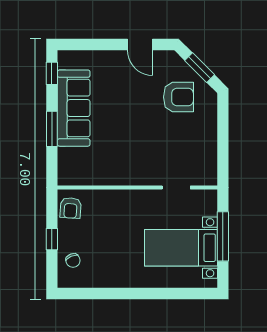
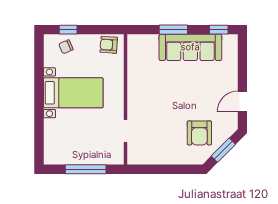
window: (52, 239) -> (68, 30), moved
bed with nightstands: (181, 248) -> (73, 93), moved, turned 90

